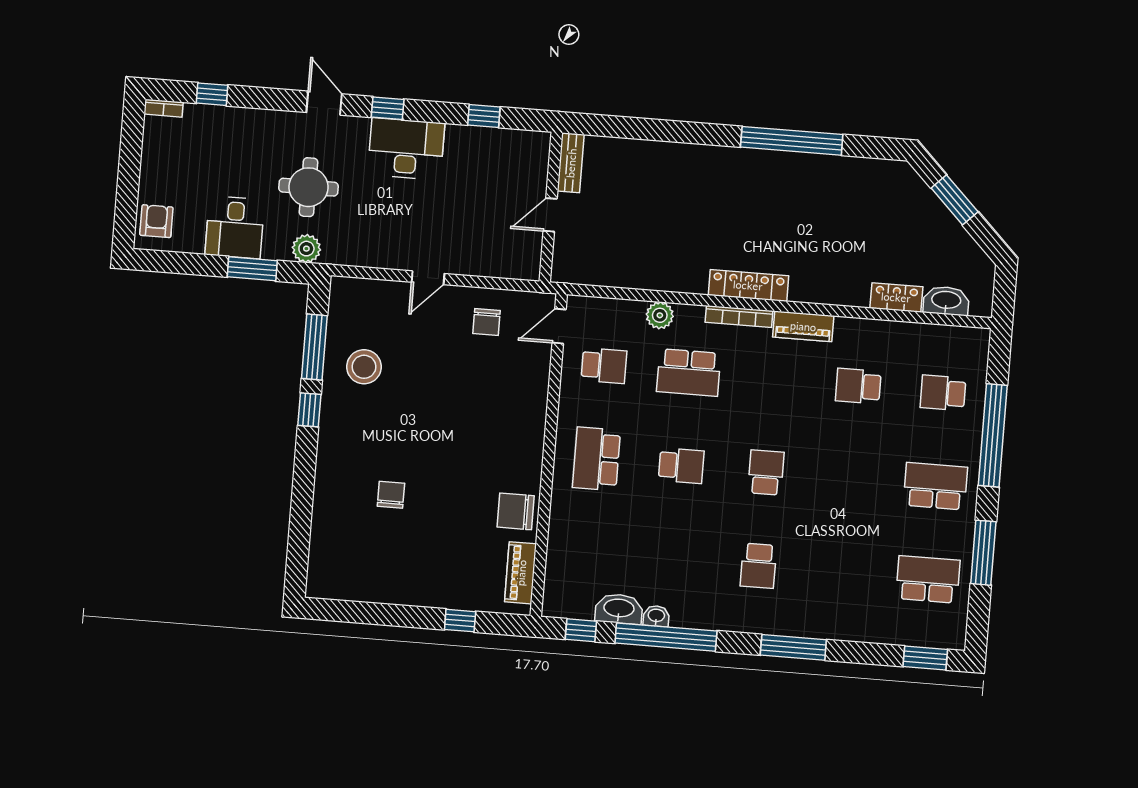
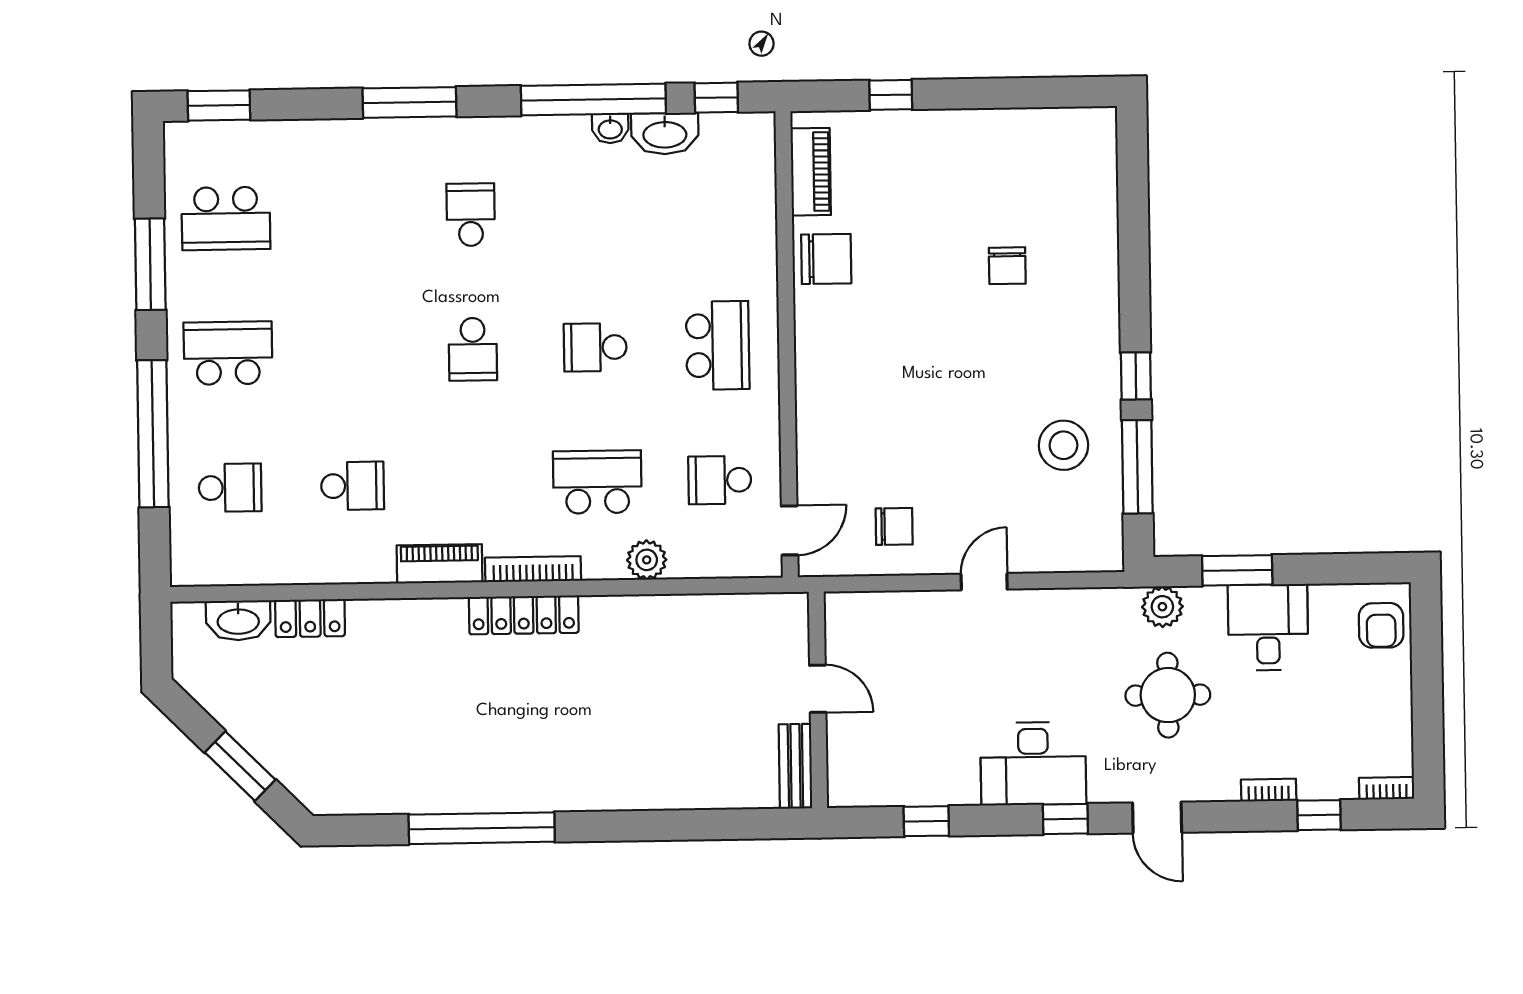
bookcase: (245, 115) -> (1269, 790), added
door: (550, 215) -> (818, 689), hinge flipped
chair: (487, 322) -> (894, 526), turned 90
school desk: (935, 486) -> (228, 353), turned 180

